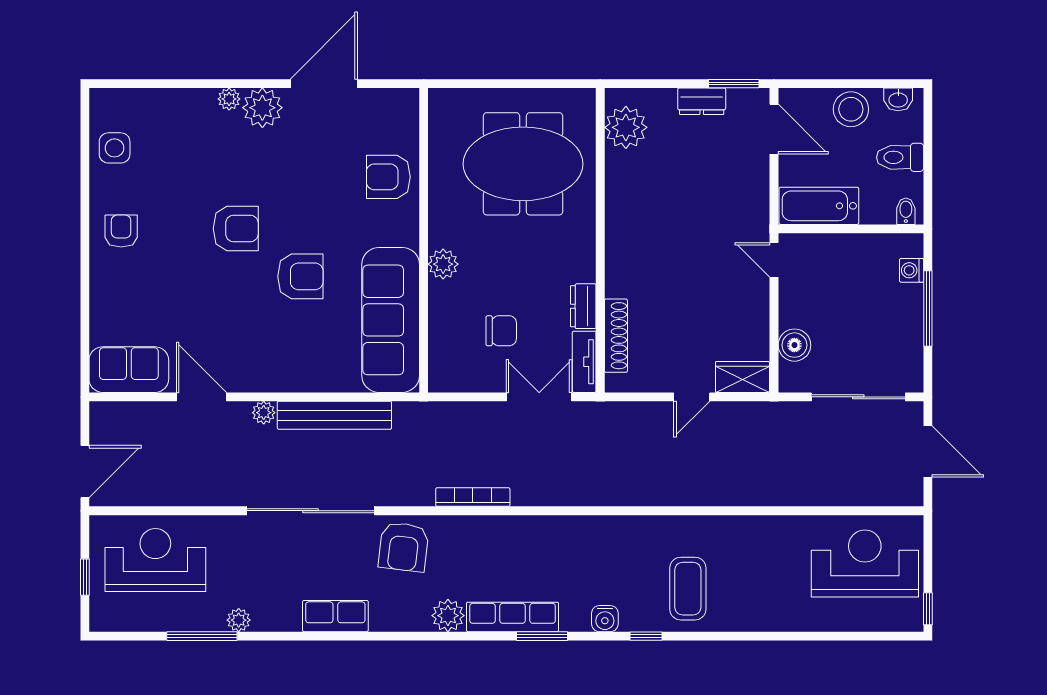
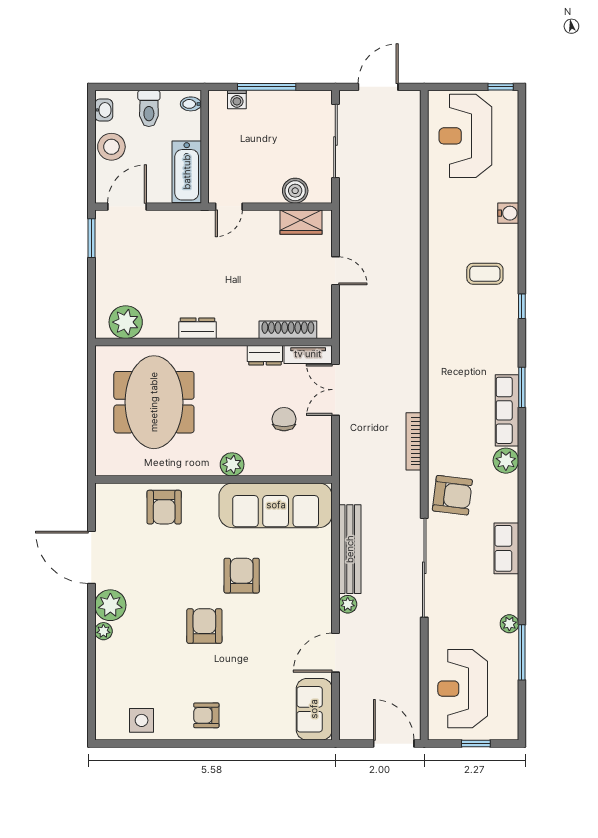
dresser: (702, 101) -> (197, 328), moved, turned -90
wardrobe: (742, 377) -> (301, 222), moved, turned -90
coffee table: (688, 589) -> (485, 274), width x0.73, depth x0.77
water cooler: (605, 619) -> (508, 213), moved

